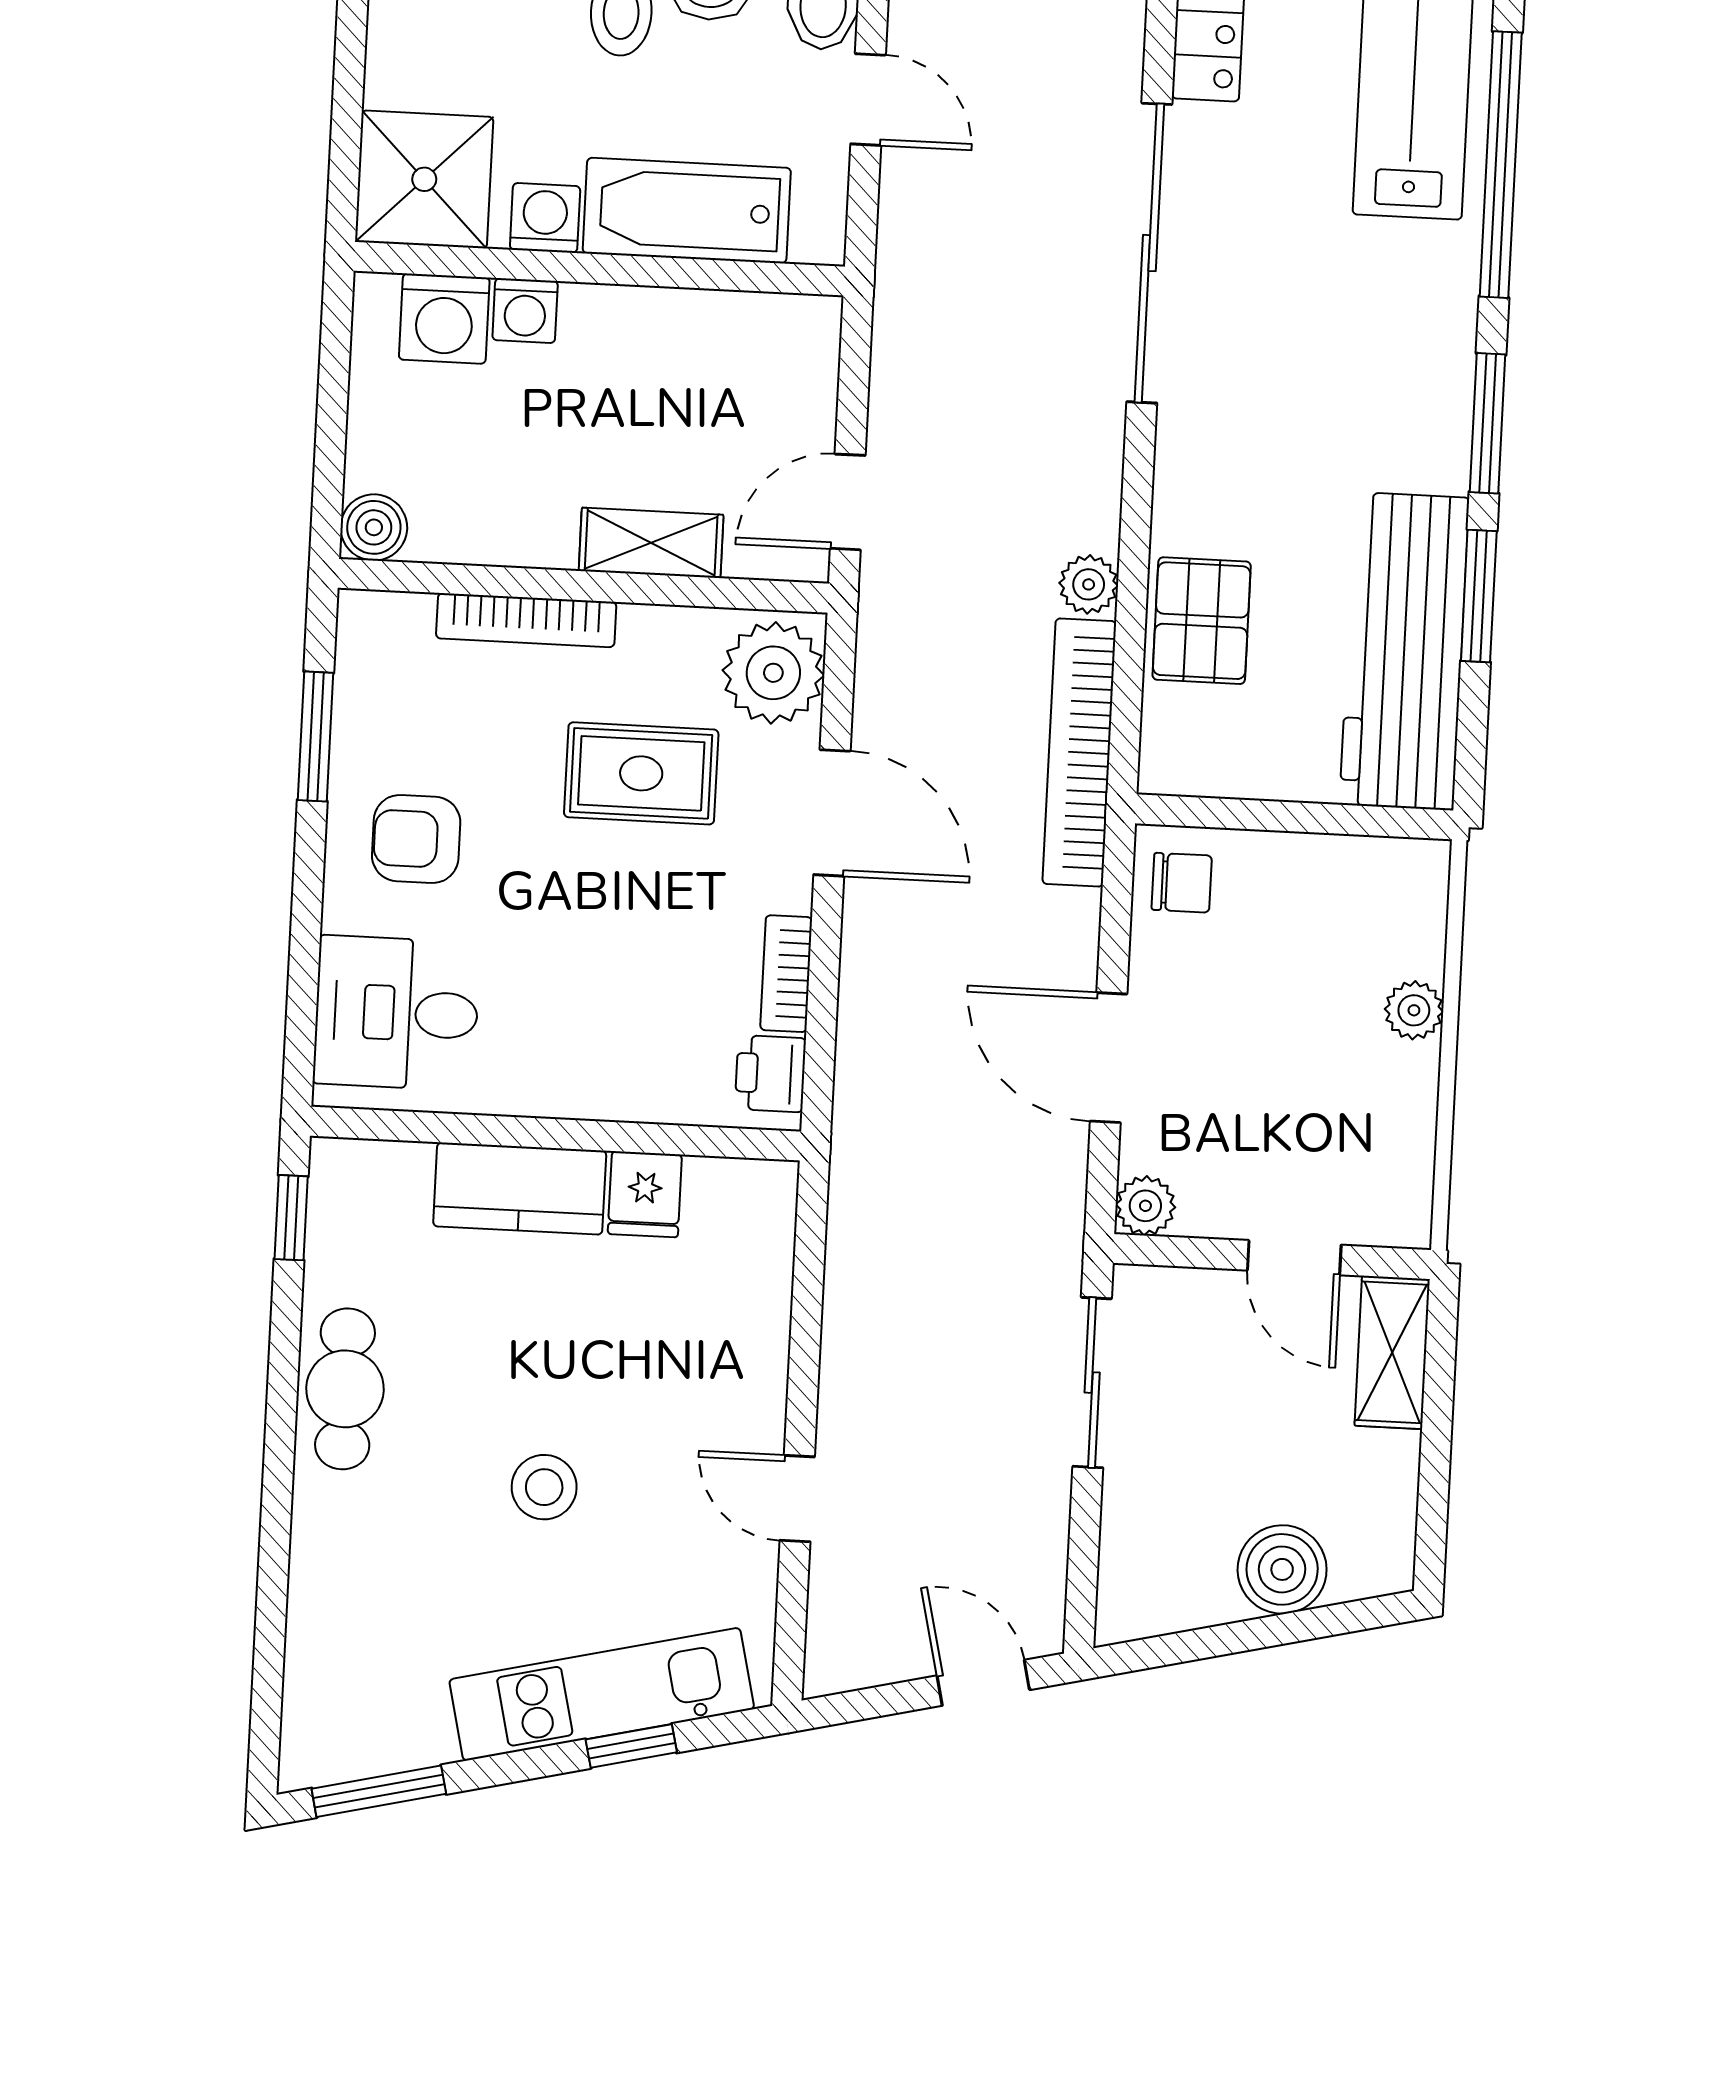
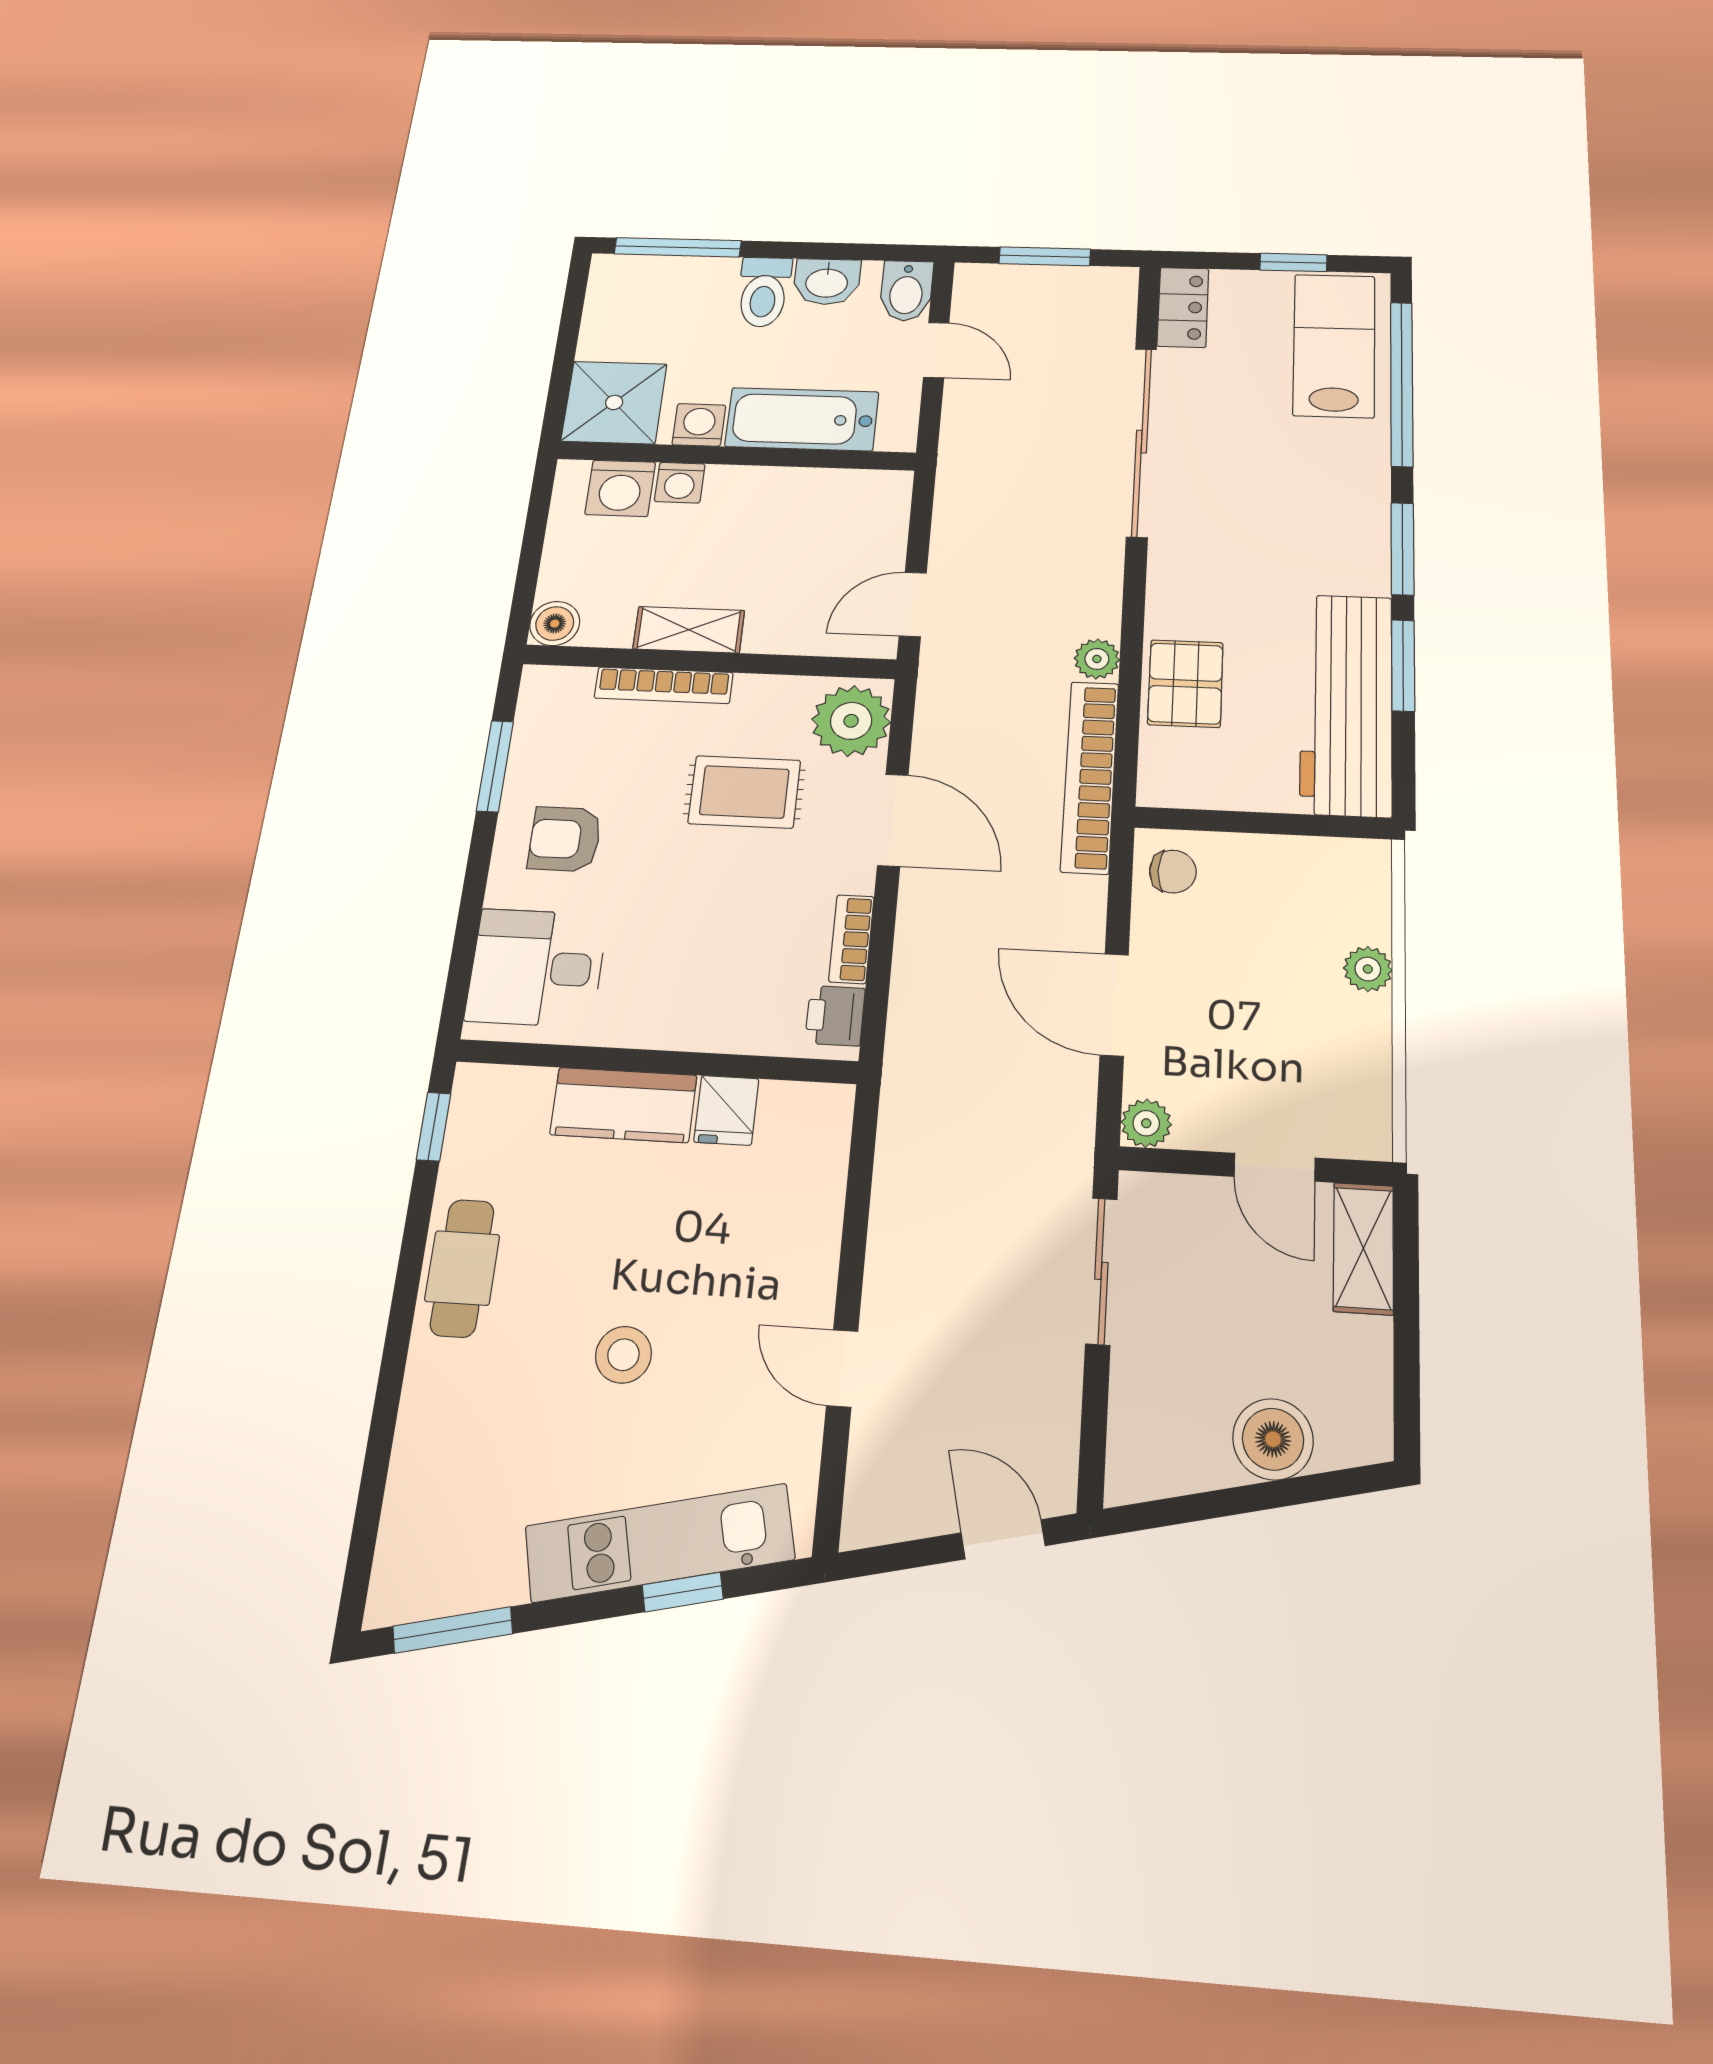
shelving: (651, 543) -> (689, 630), moved

